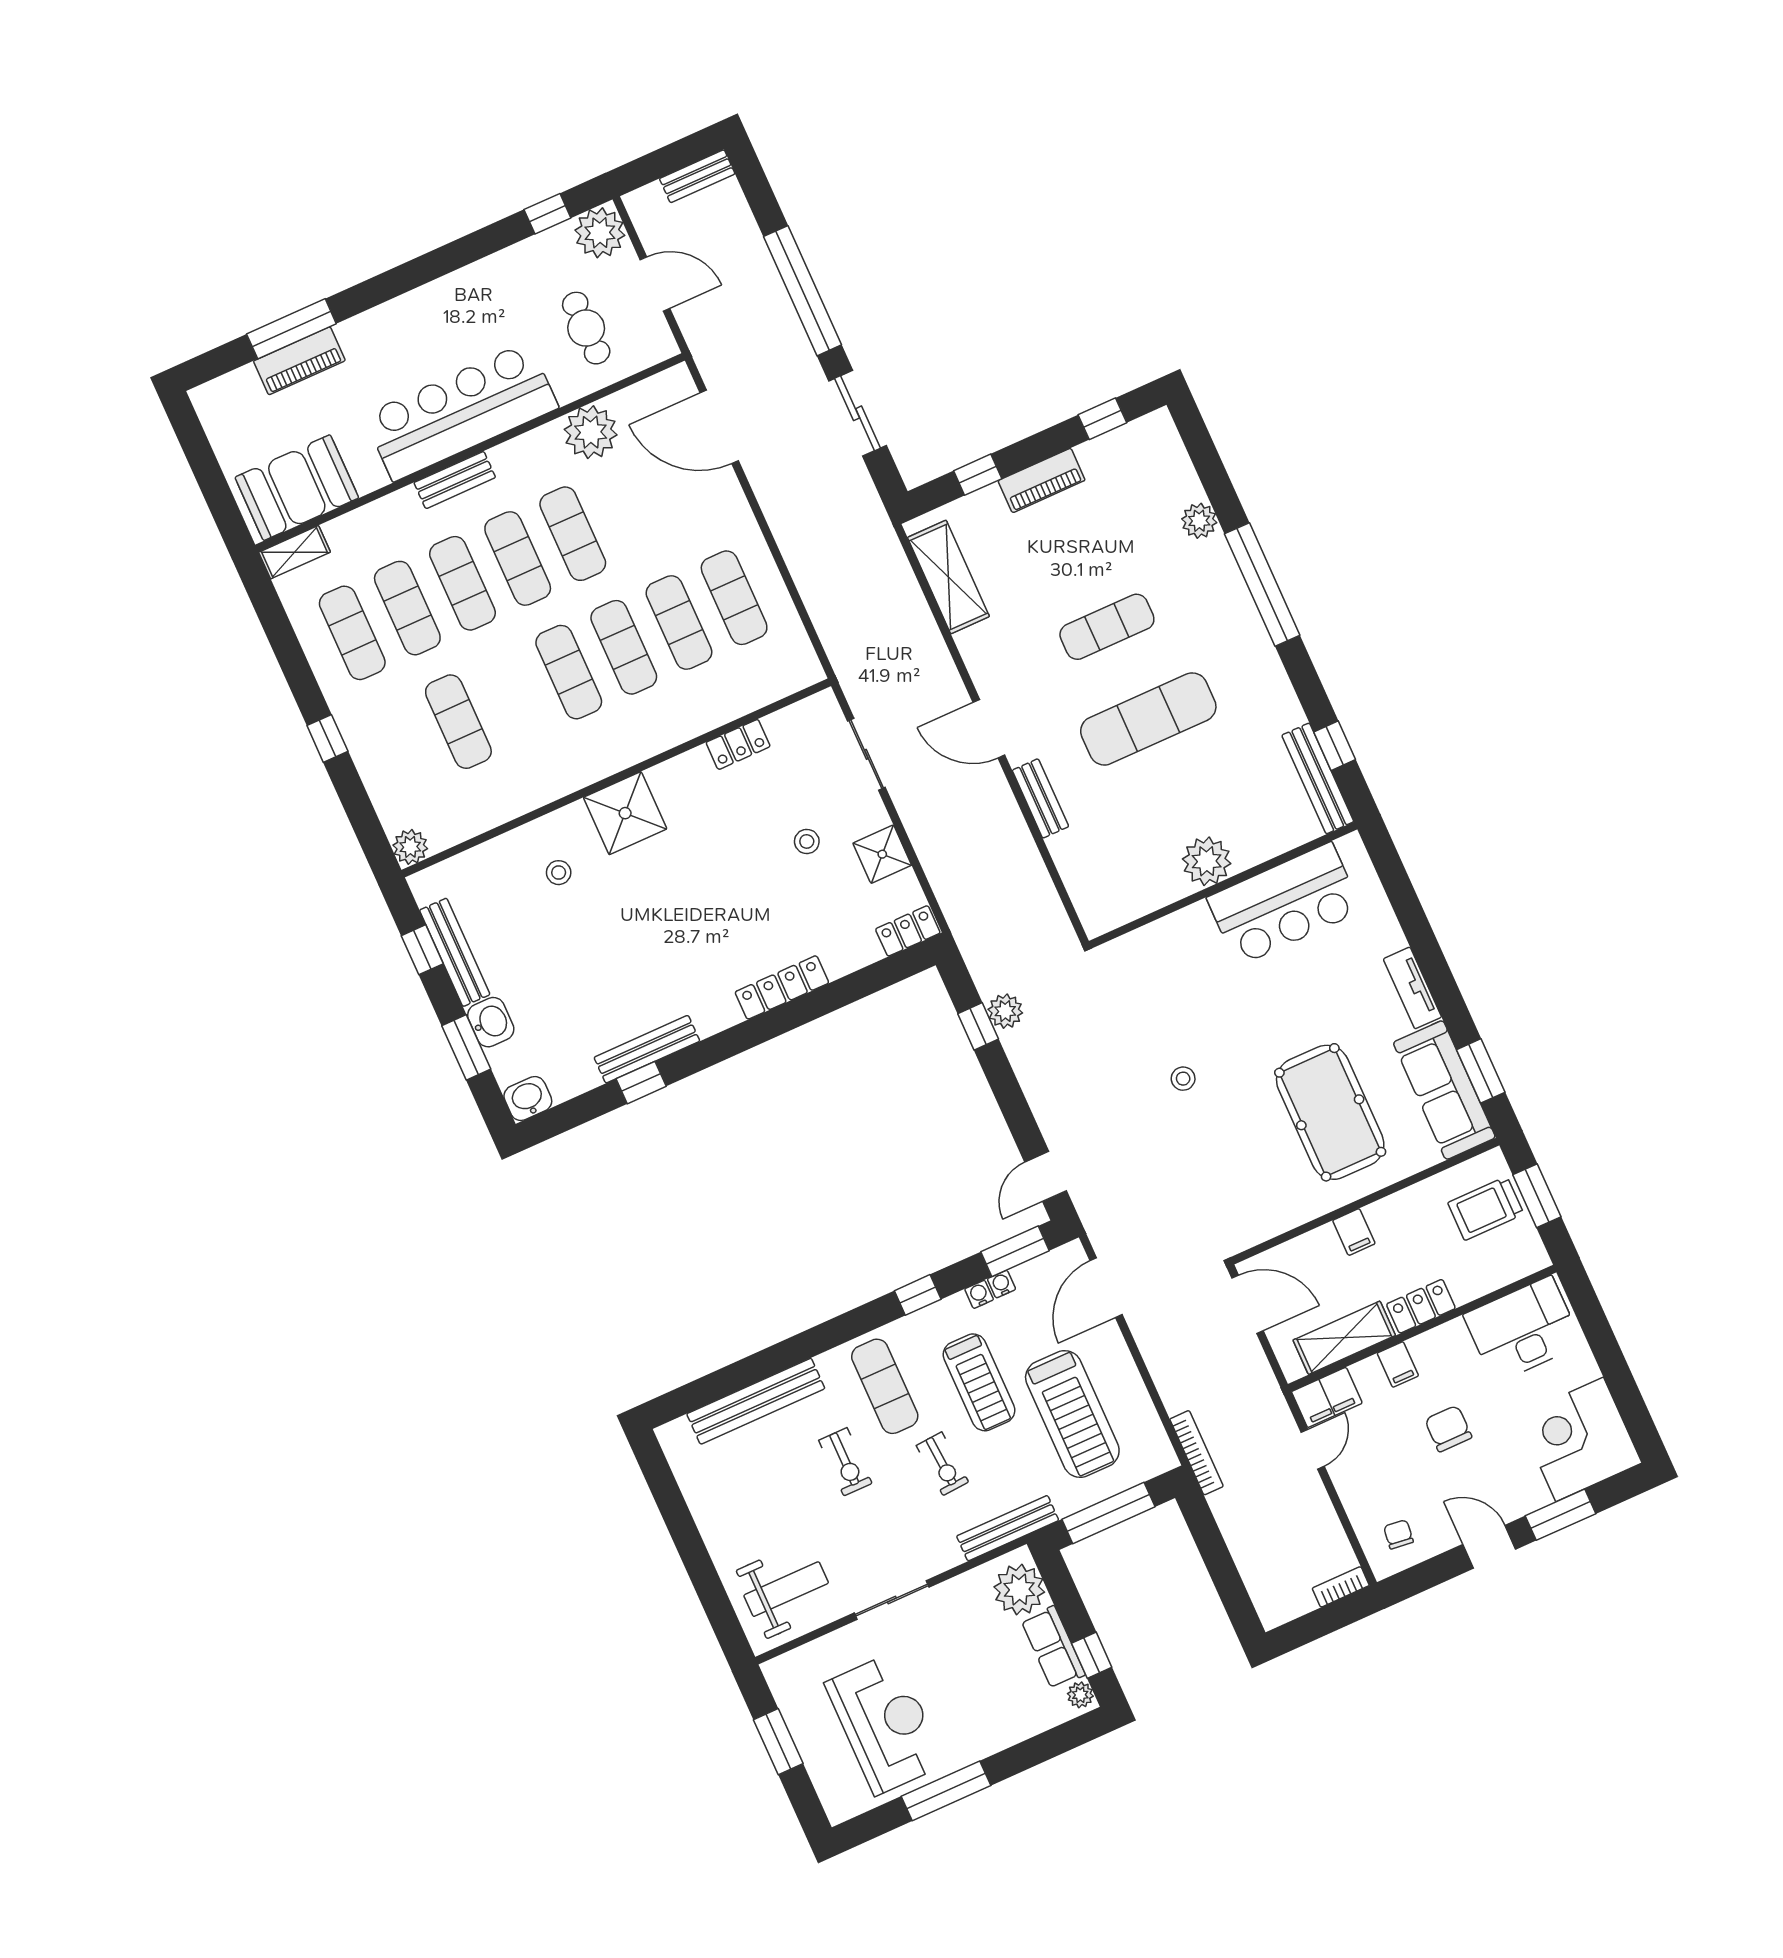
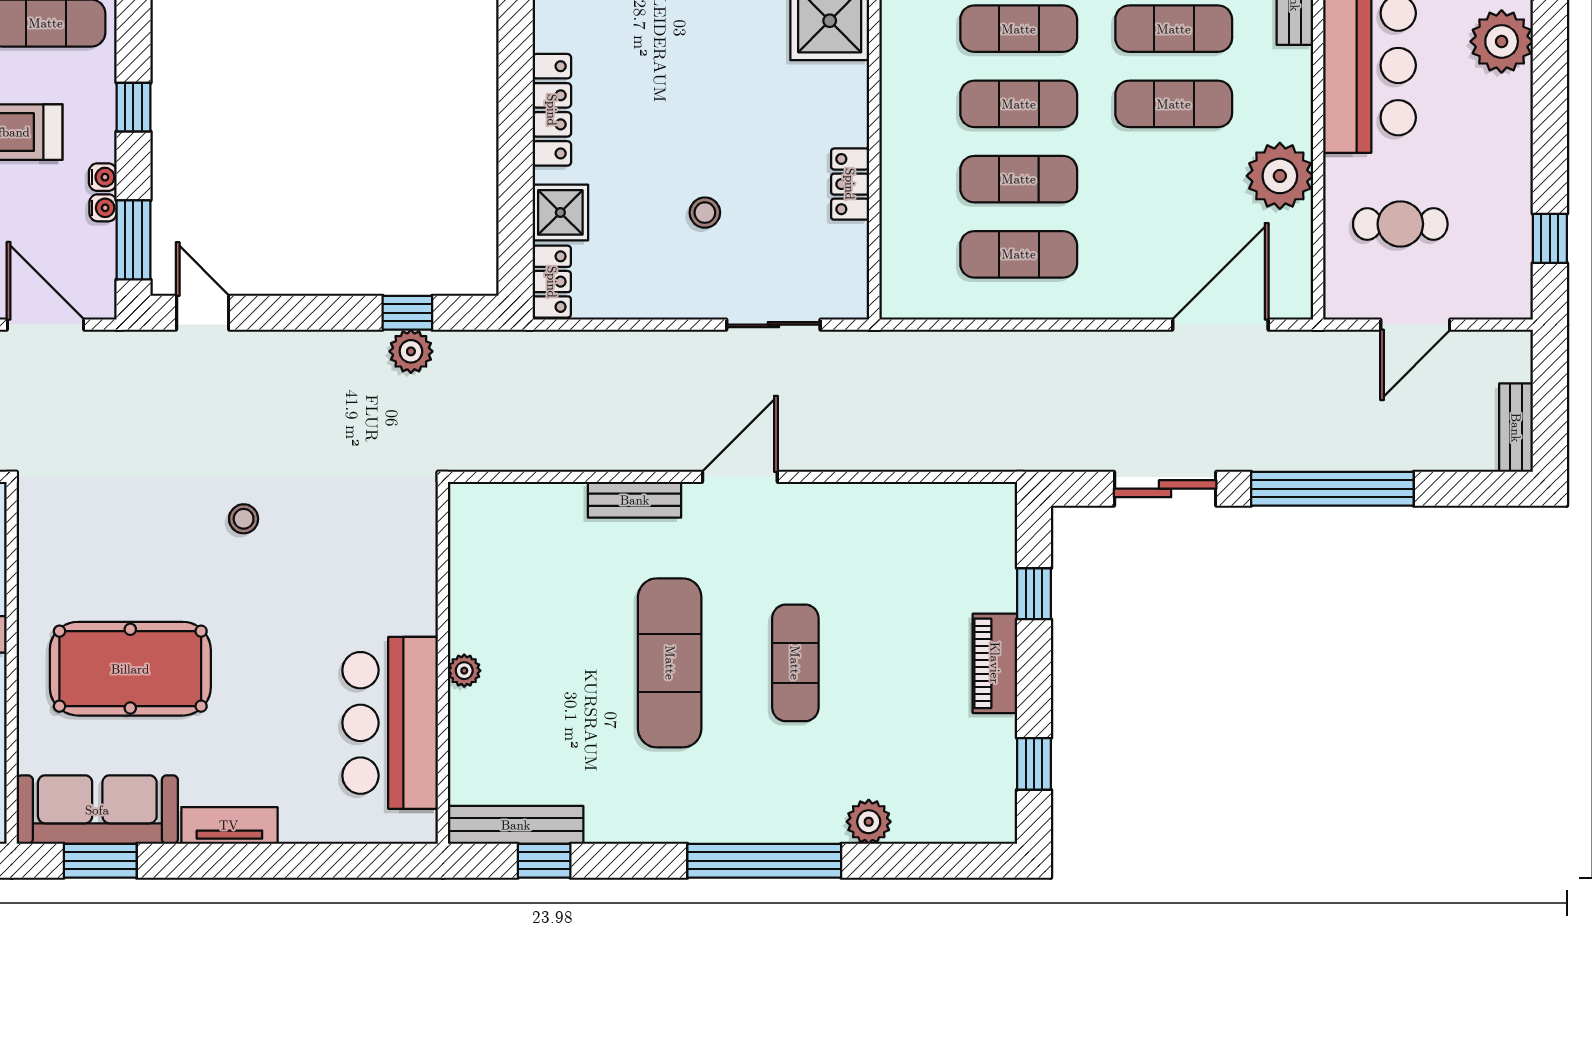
plant: (600, 233) -> (1502, 41), moved
shelving: (948, 577) -> (933, 508), removed
shower: (882, 854) -> (560, 212), moved
plant: (1207, 861) -> (464, 671), width x0.53, depth x0.53

